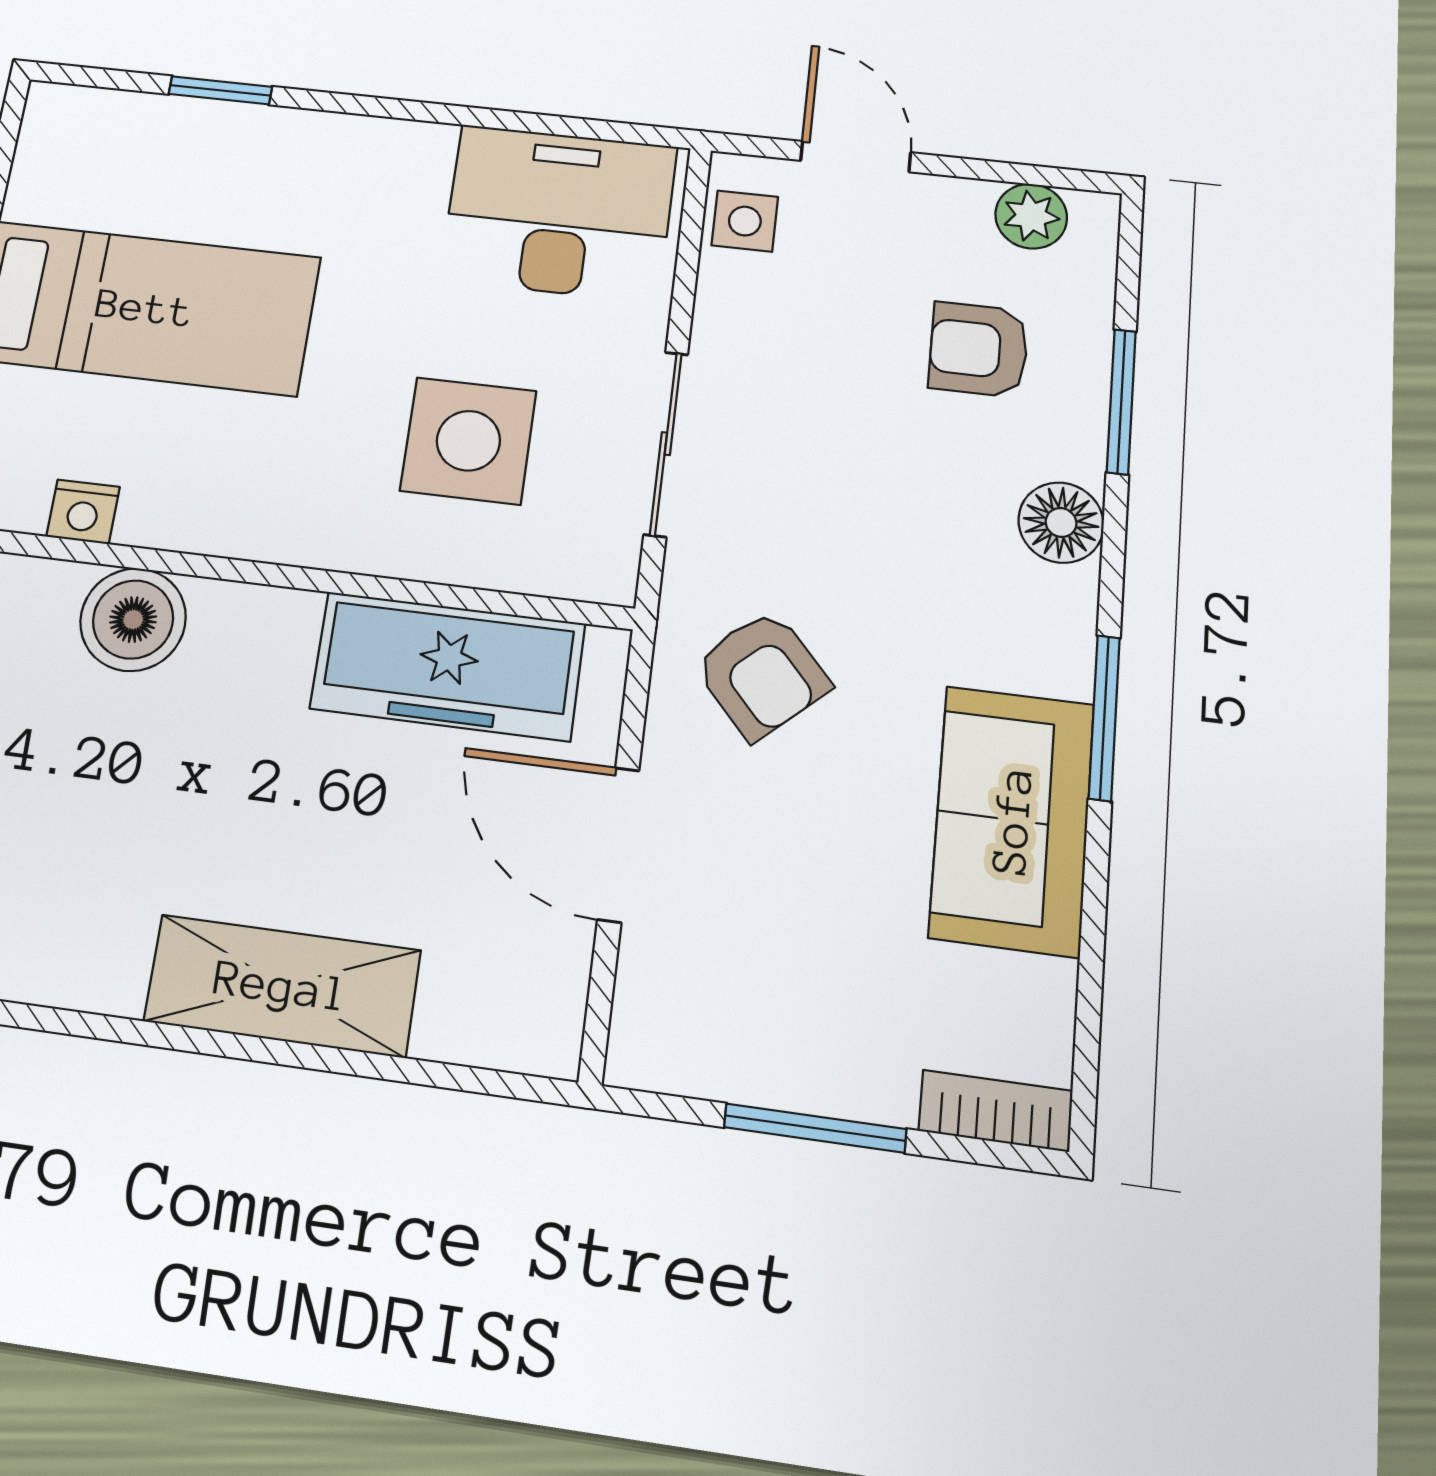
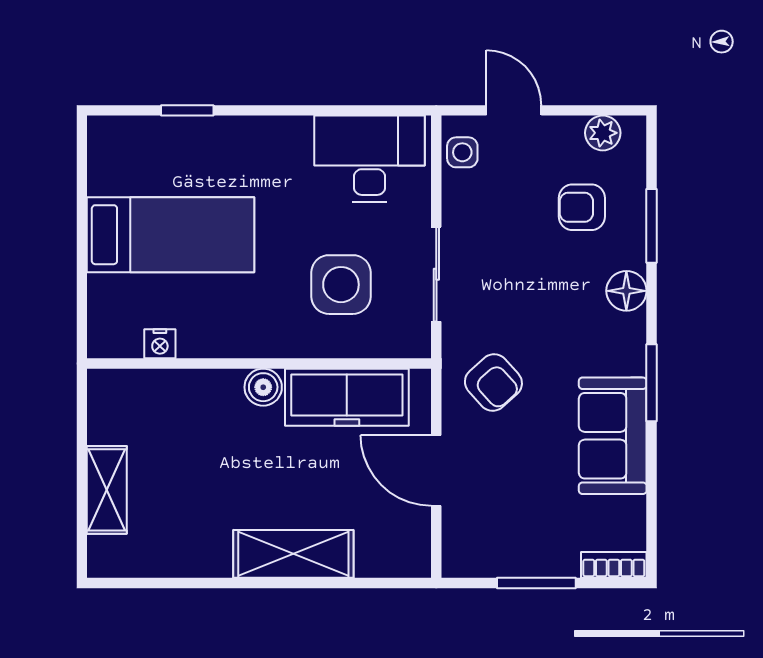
boiler: (133, 619) -> (263, 387), moved, width x0.73, depth x0.73

